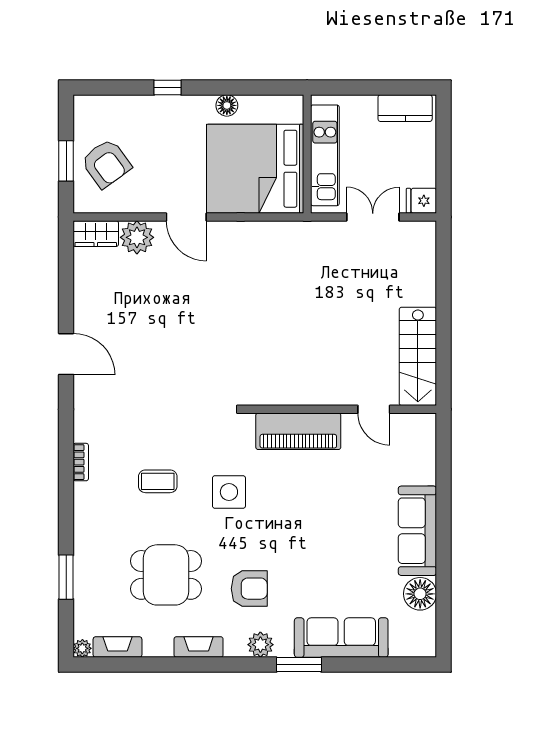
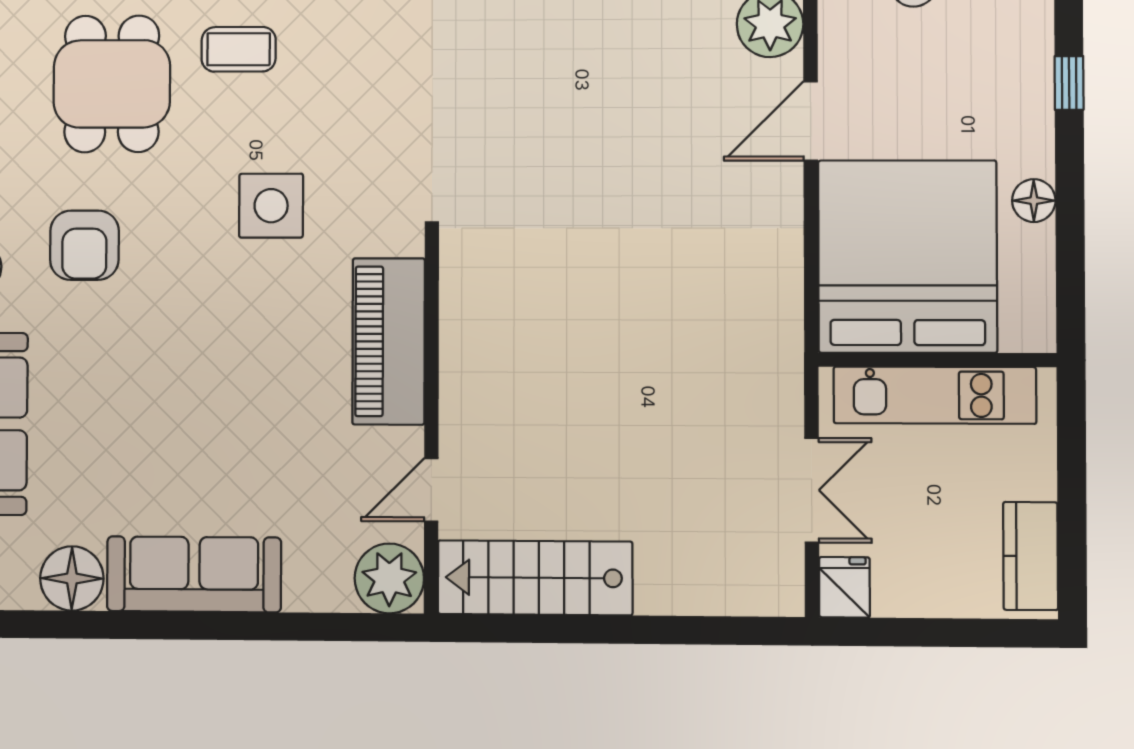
plant: (419, 431) -> (389, 578), added
coffee table: (158, 481) -> (239, 49), moved, turned 90

